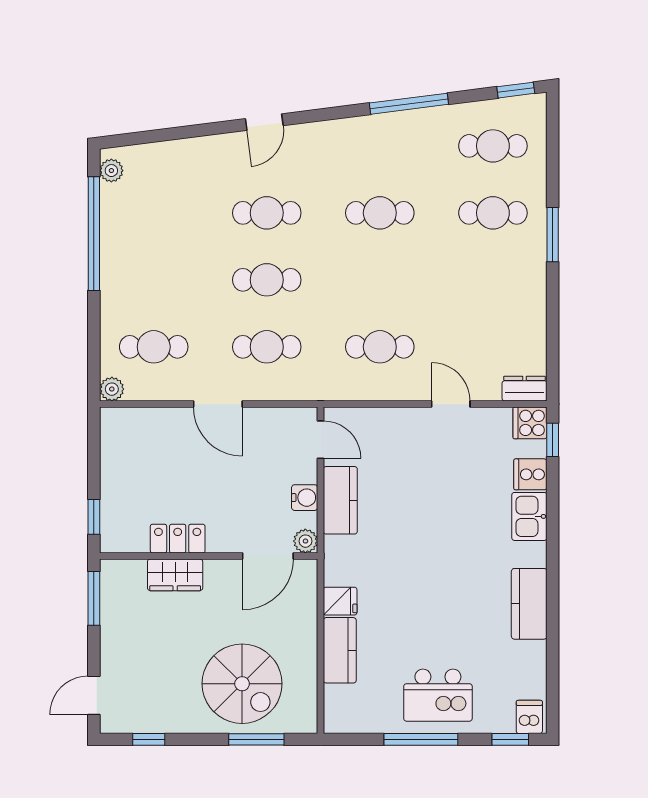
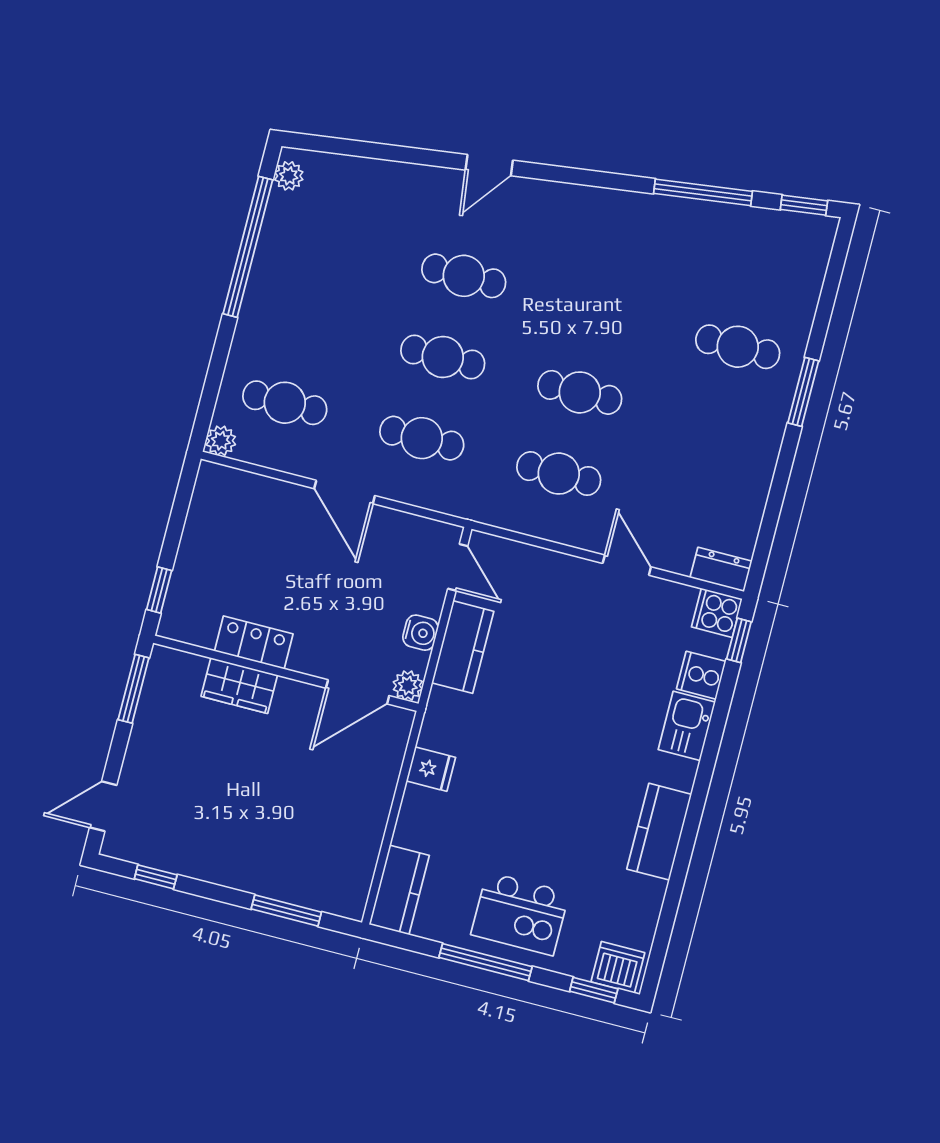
window: (409, 104) -> (703, 192), moved
cafe table: (493, 146) -> (759, 266), removed
cafe table: (380, 213) -> (580, 392), moved
kitchen counter: (340, 650) -> (399, 890), moved
spiral stairs: (242, 684) -> (286, 839), removed
dishwasher: (529, 717) -> (618, 967), width x1.38

